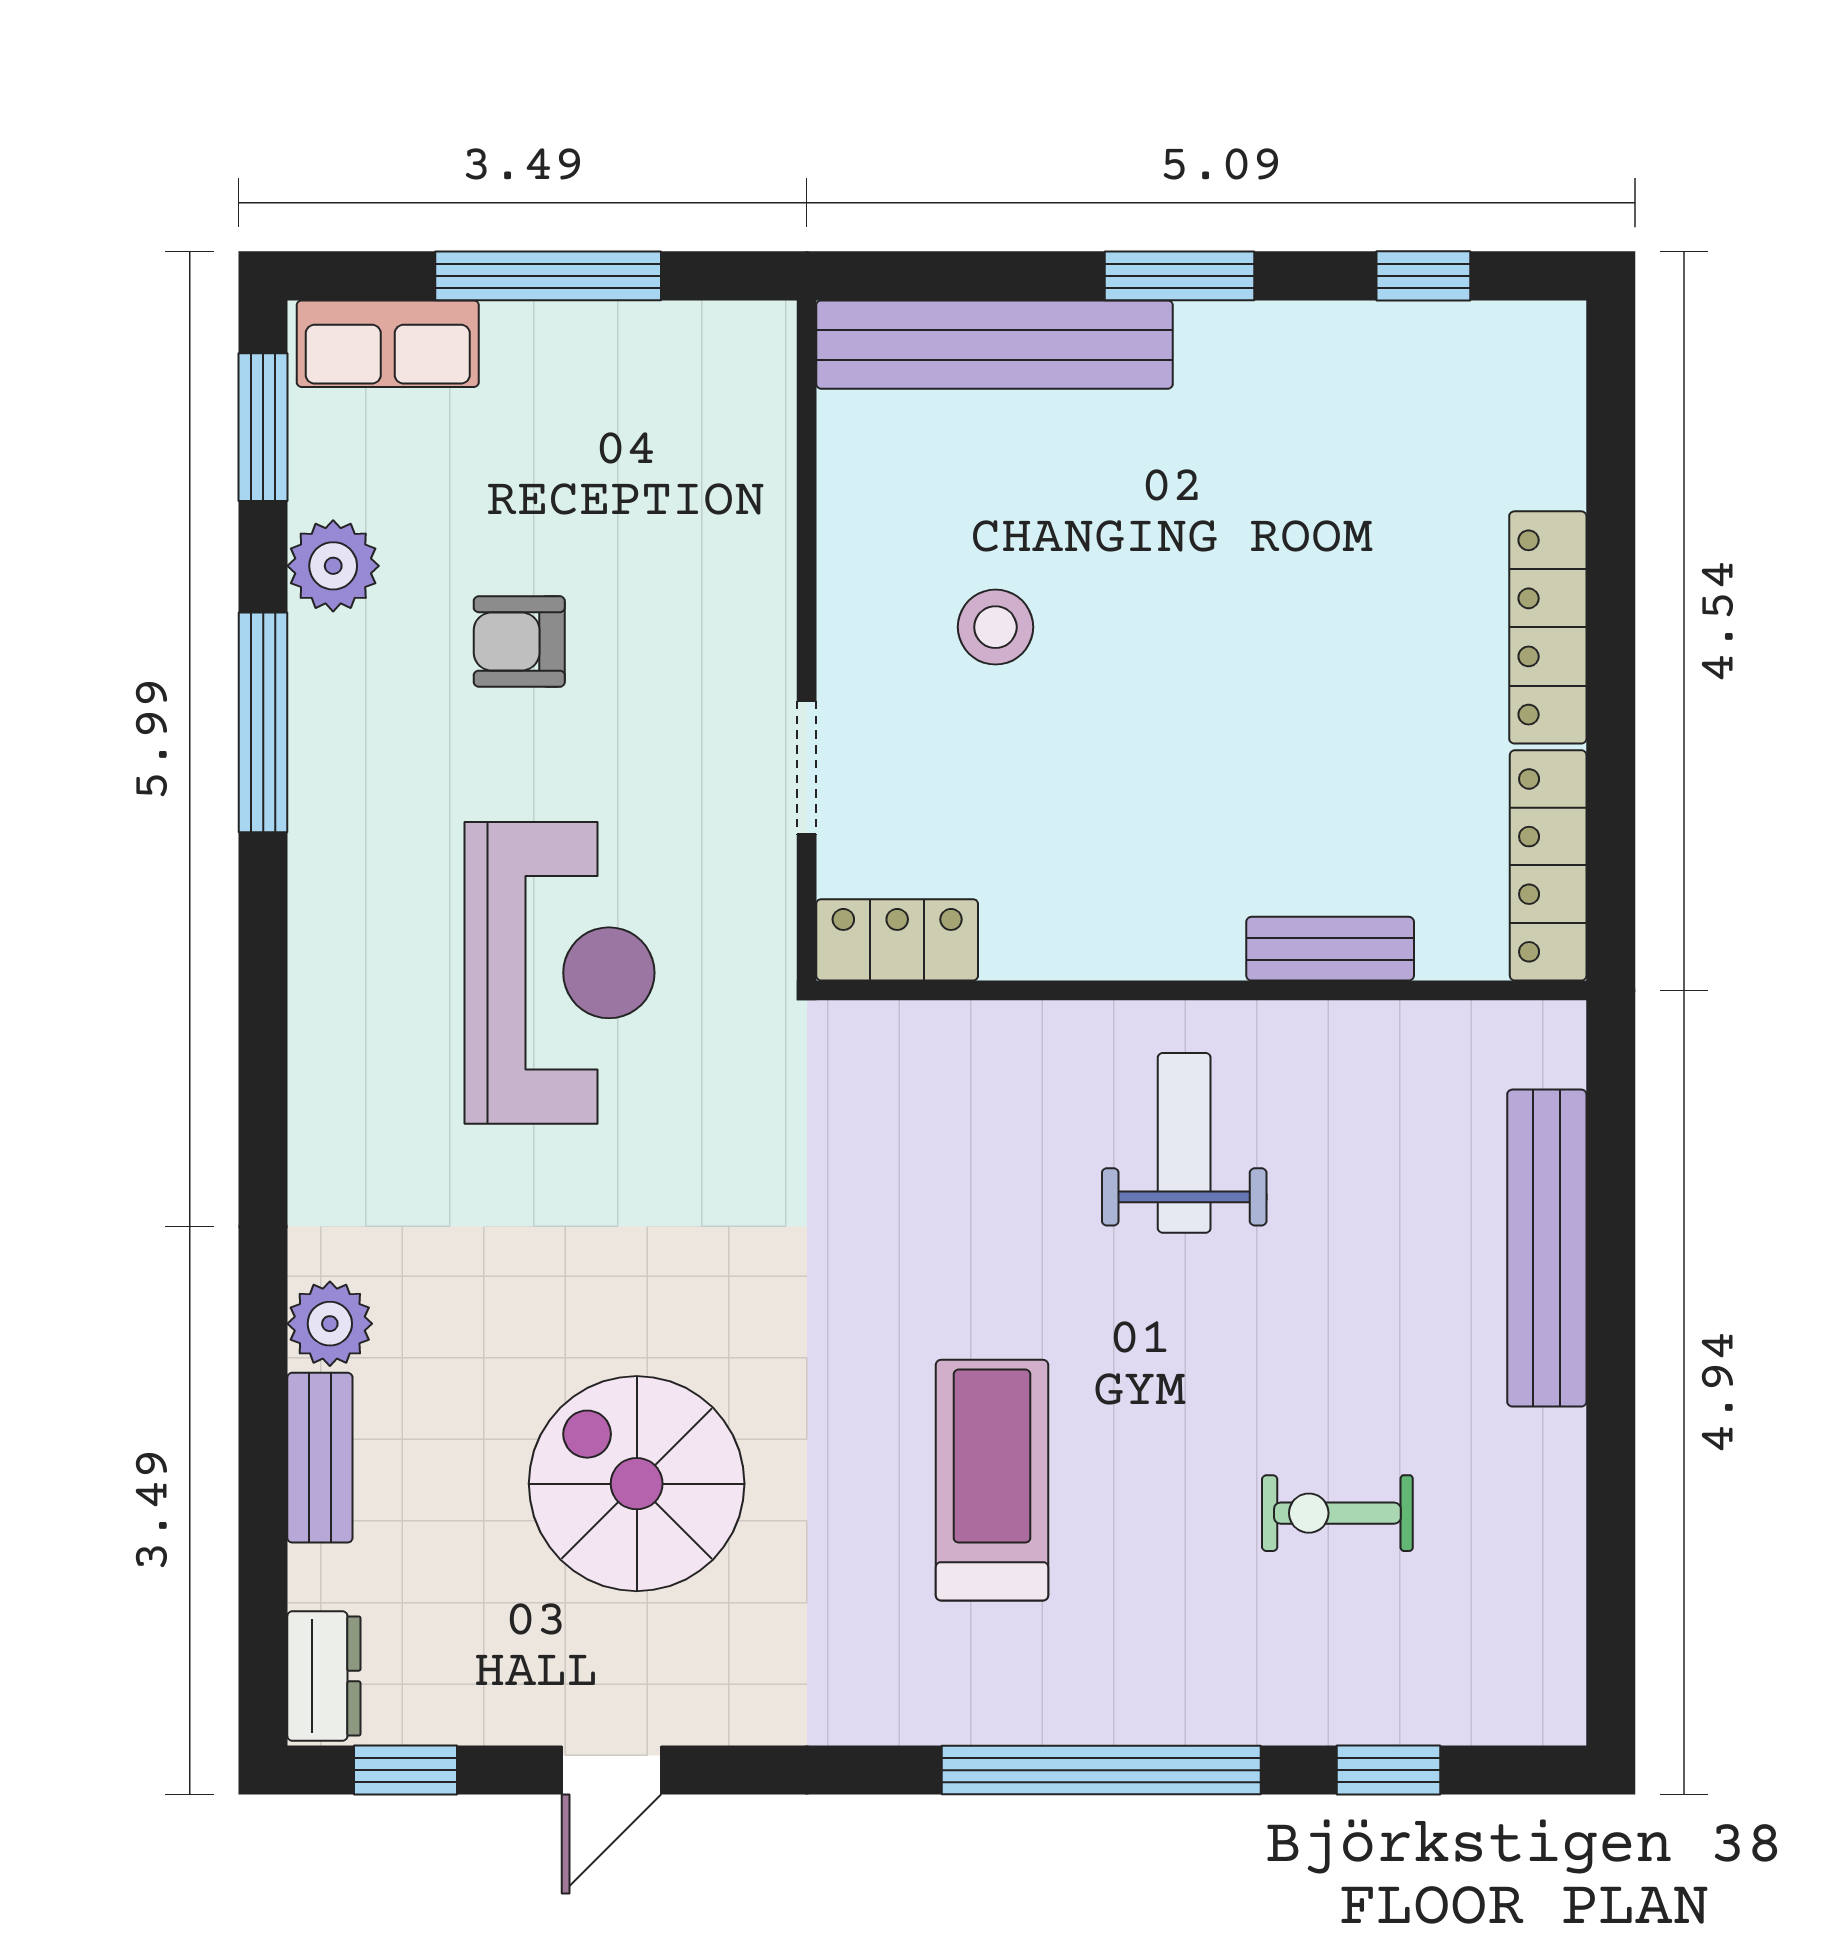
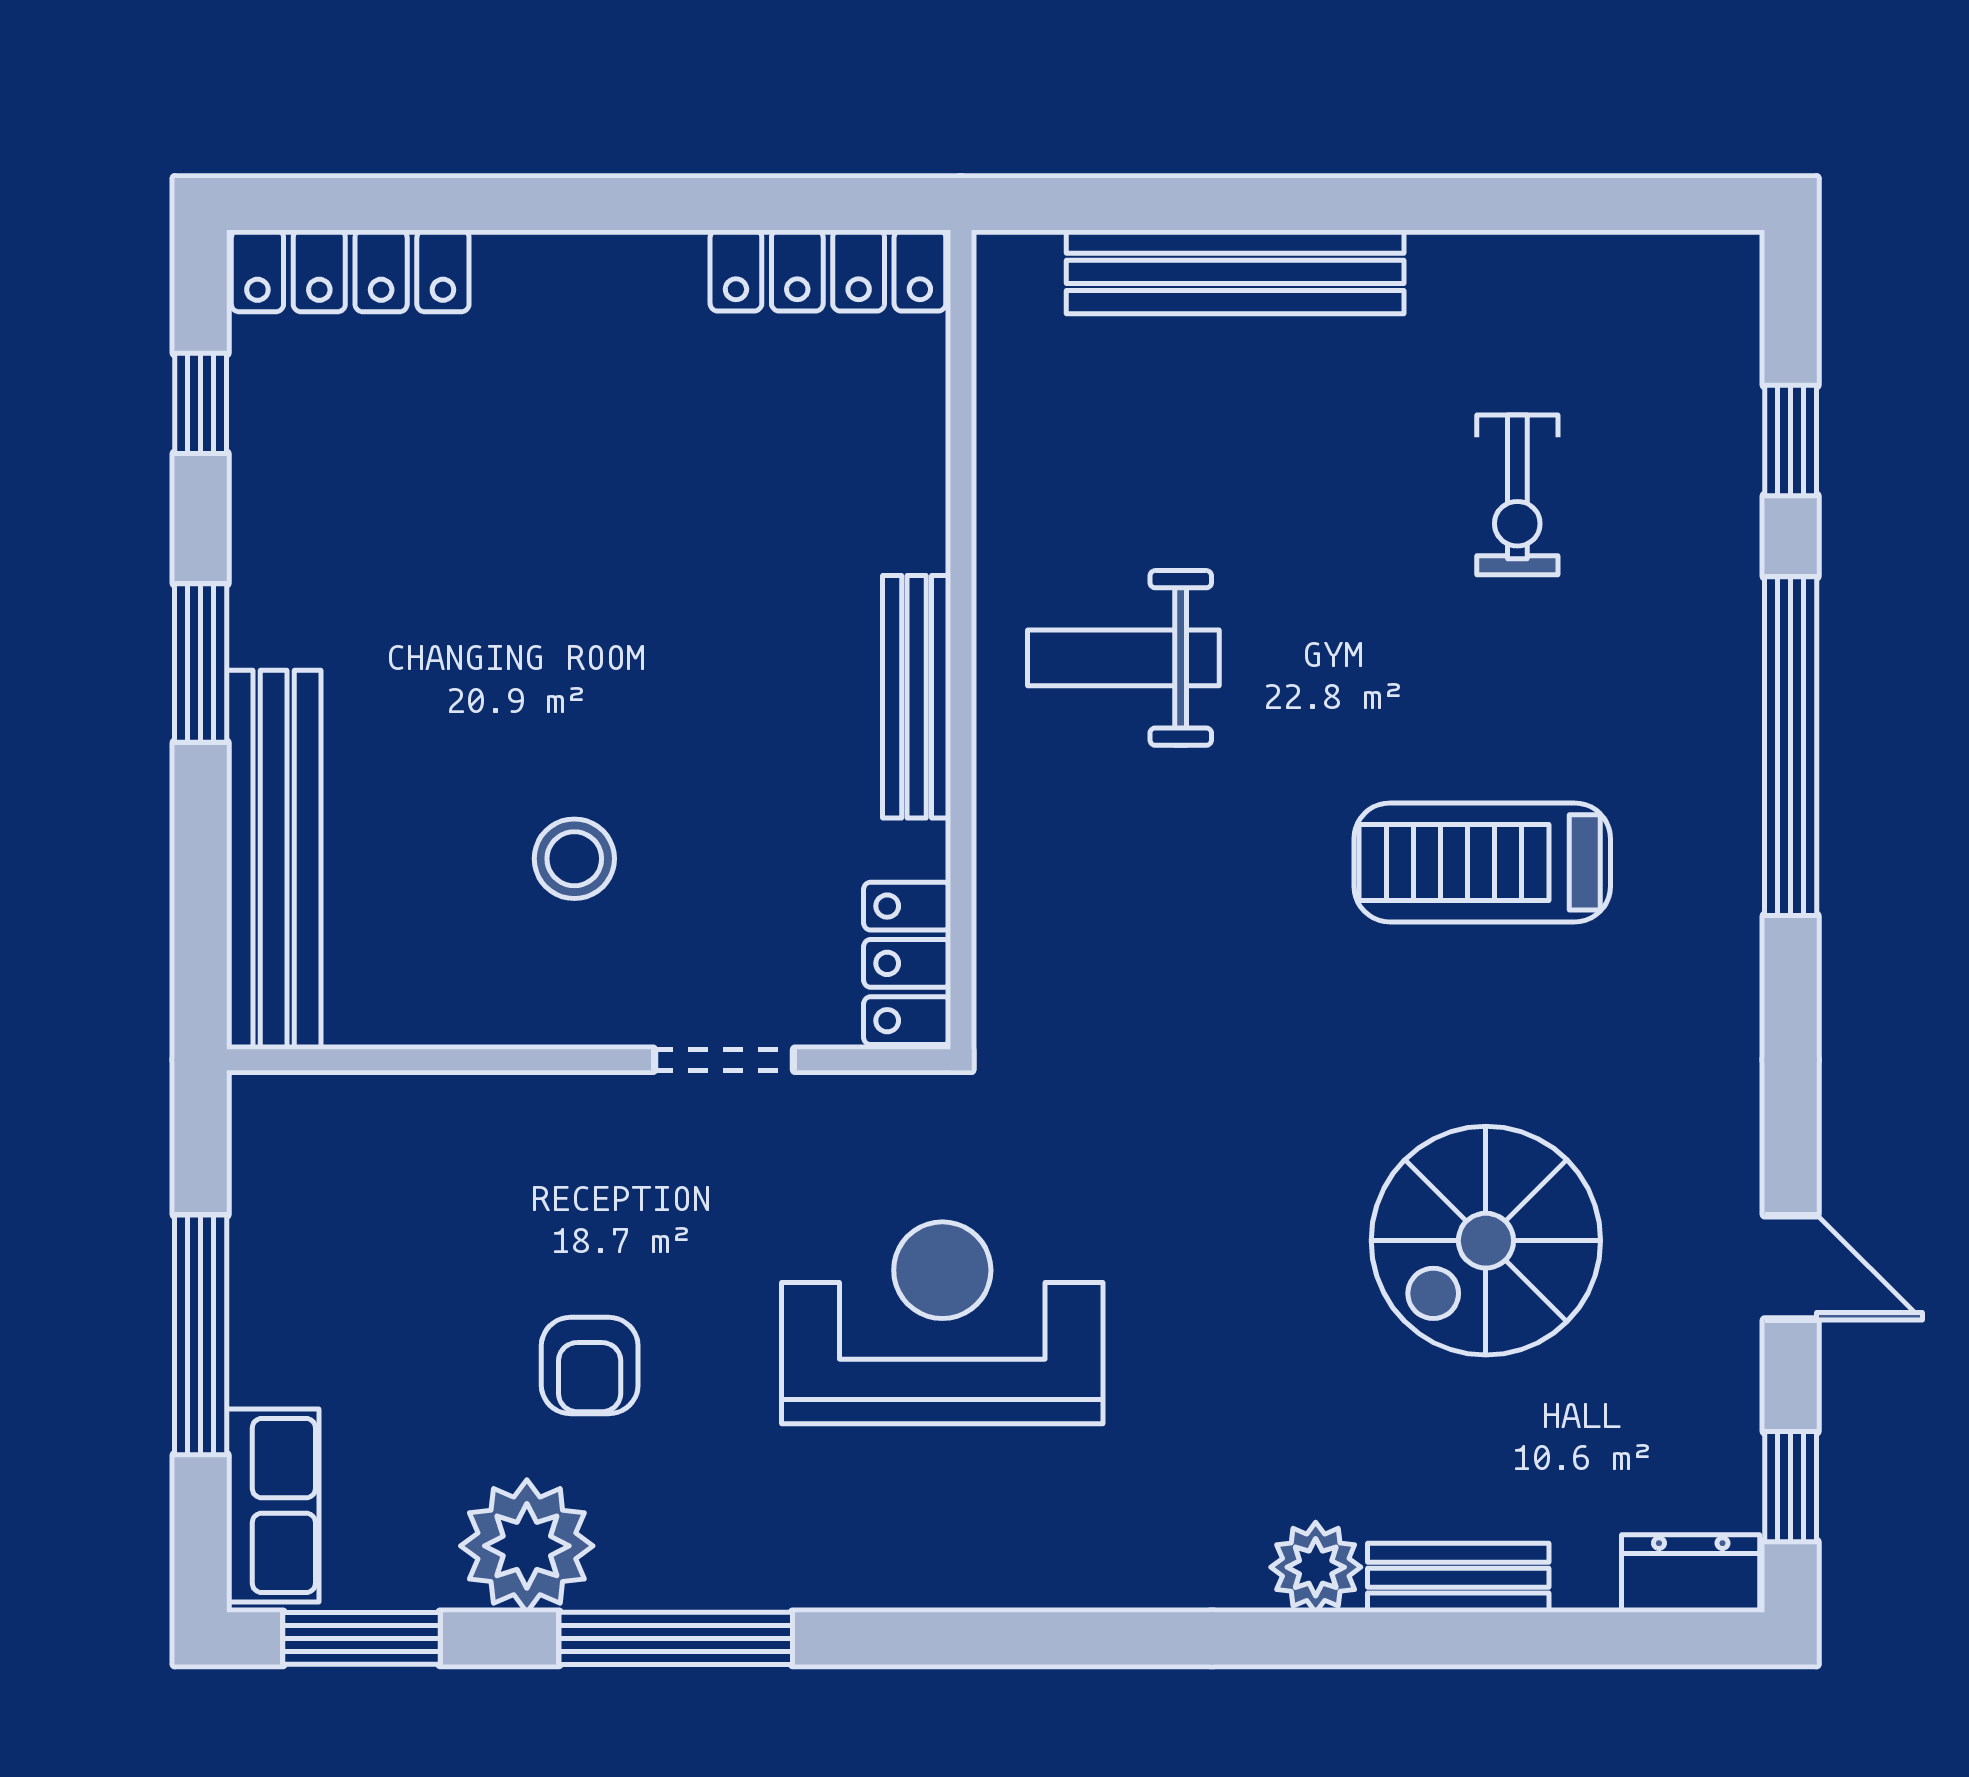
plant: (333, 566) -> (527, 1546), width x1.36, depth x1.36
locker: (1548, 627) -> (350, 271), moved
bench: (1330, 949) -> (917, 697), moved, width x1.36

